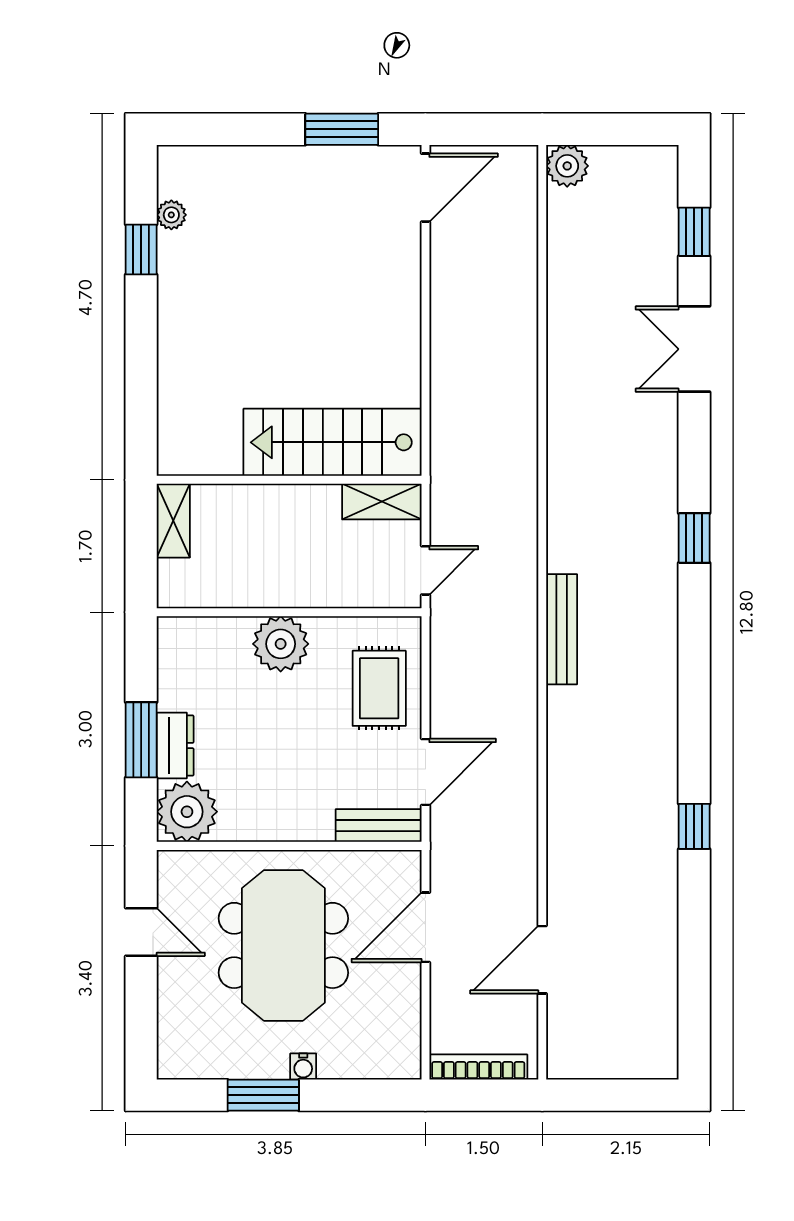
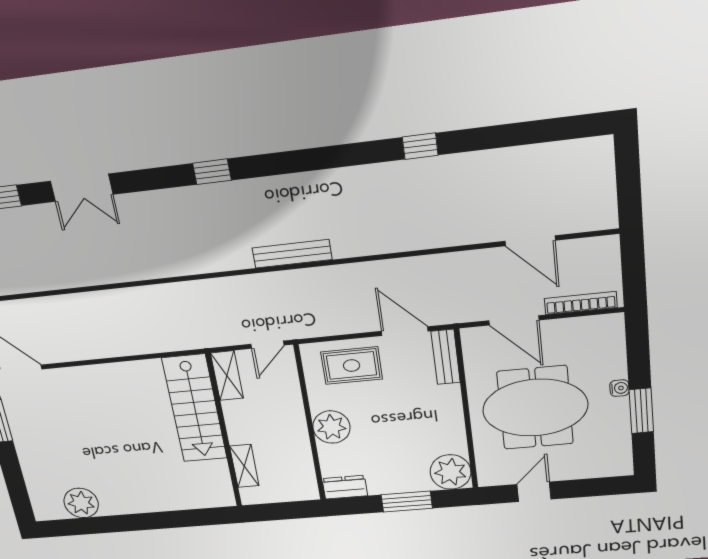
plant: (171, 215) -> (81, 503), width x1.87, depth x1.87
window: (141, 250) -> (100, 525), removed
shelving: (173, 521) -> (244, 466), moved, turned 90
door: (425, 570) -> (267, 345), swing flipped
dresser: (175, 746) -> (345, 487), moved
bookcase: (478, 1067) -> (581, 303), moved, turned 90

